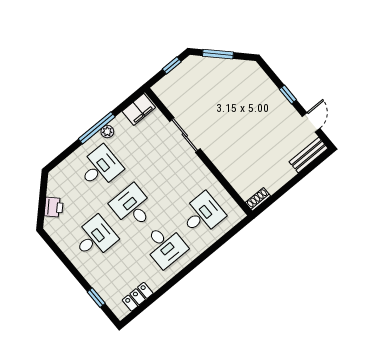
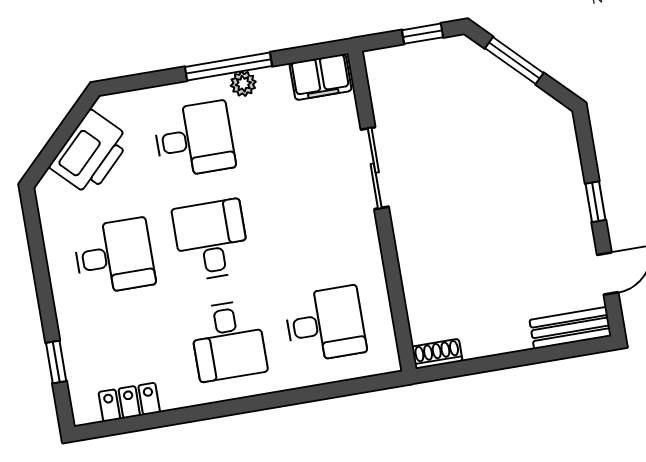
printer: (54, 207) -> (90, 153), width x1.87, depth x1.48

